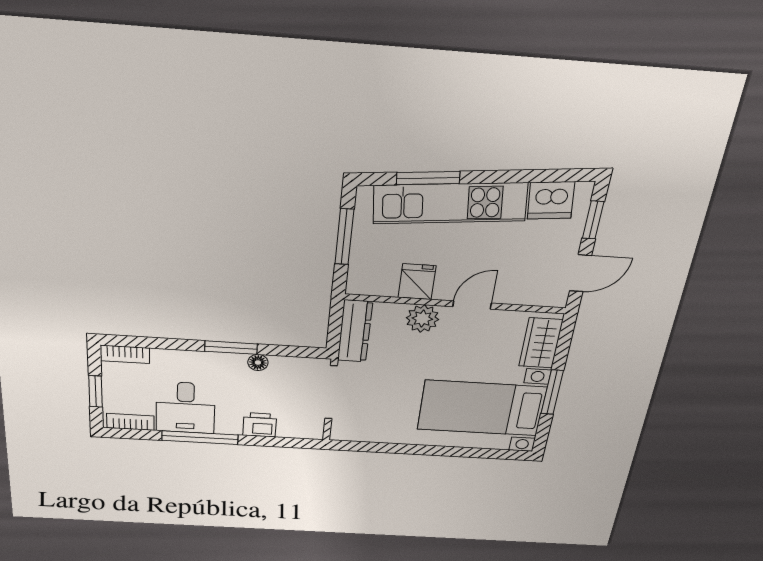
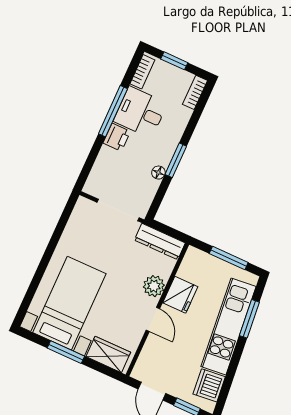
fridge: (417, 282) -> (180, 295), width x1.38
printer: (260, 425) -> (117, 137), moved

